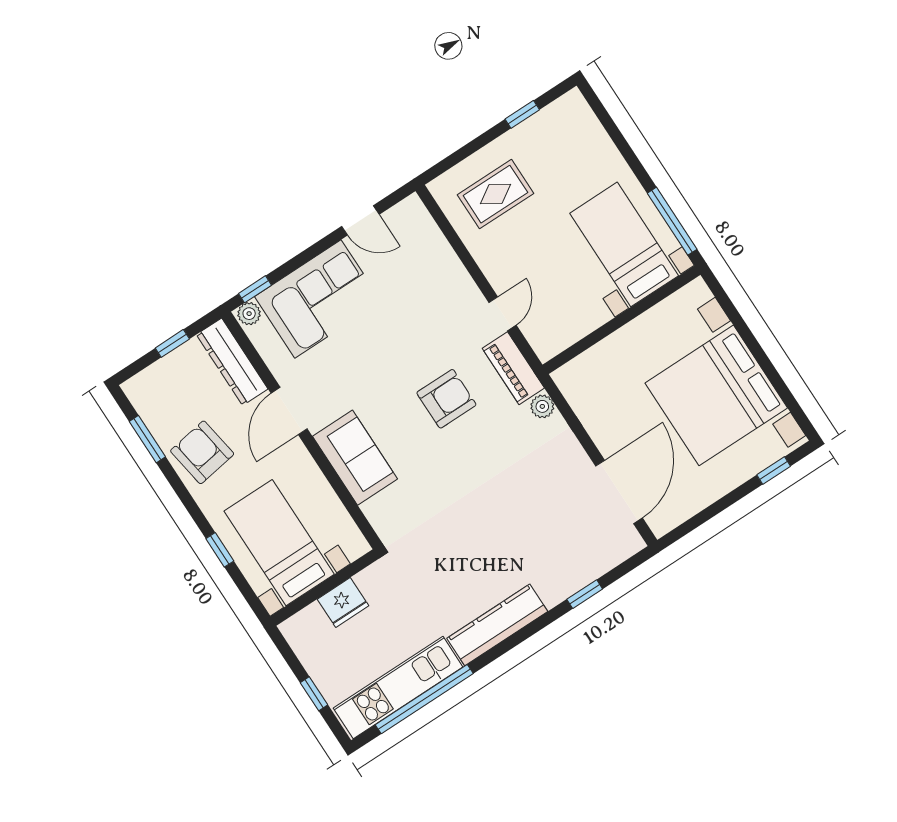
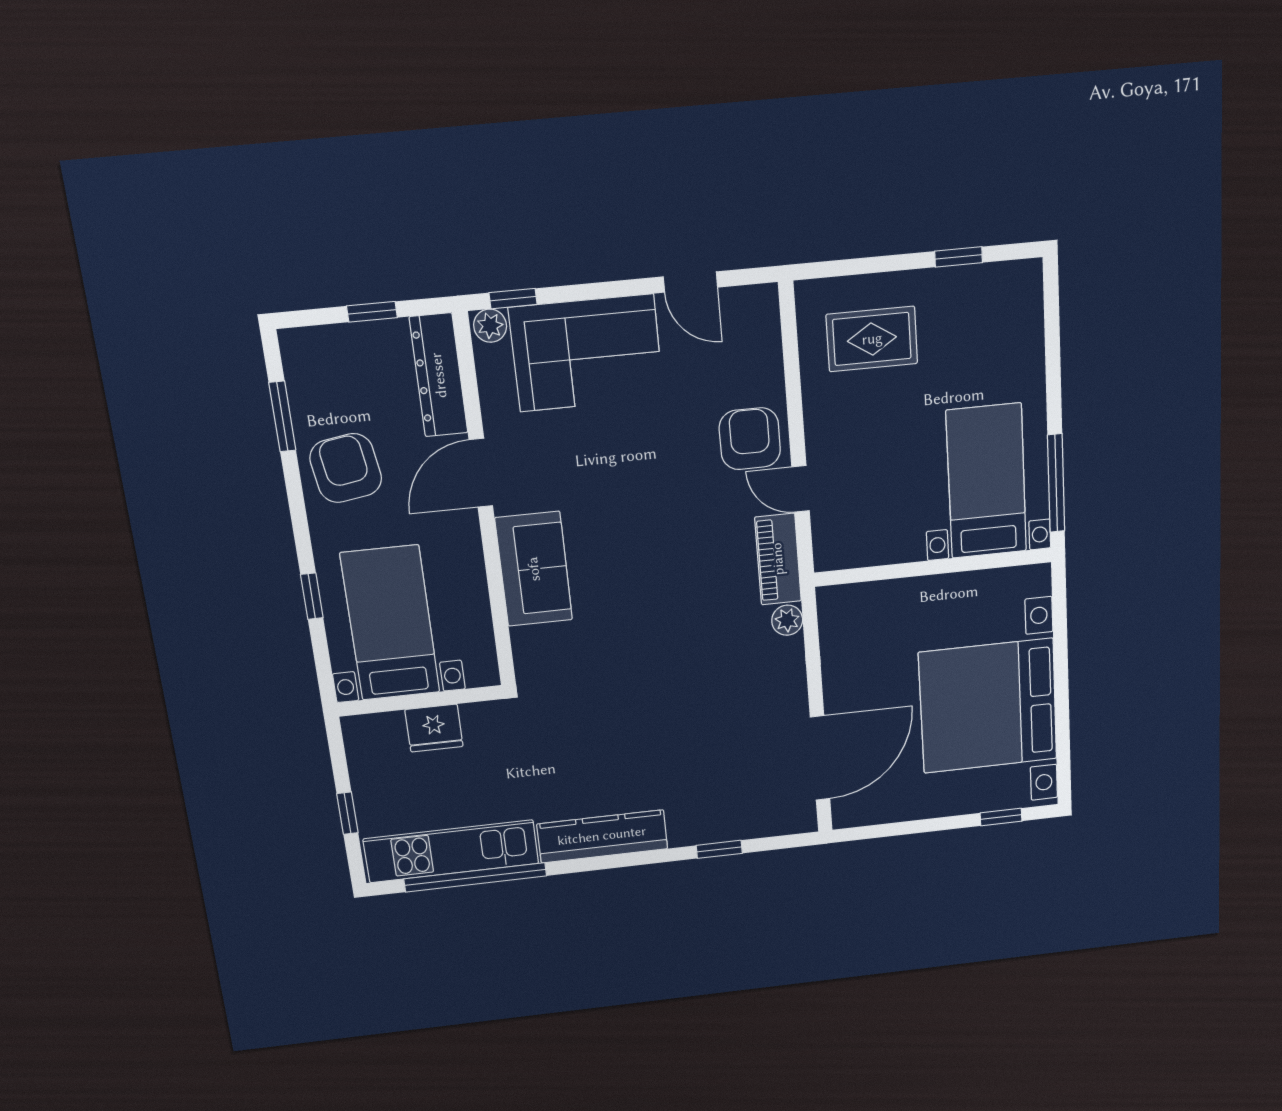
door: (503, 314) -> (801, 489), swing flipped
armchair: (446, 399) -> (750, 439), moved, turned -90

